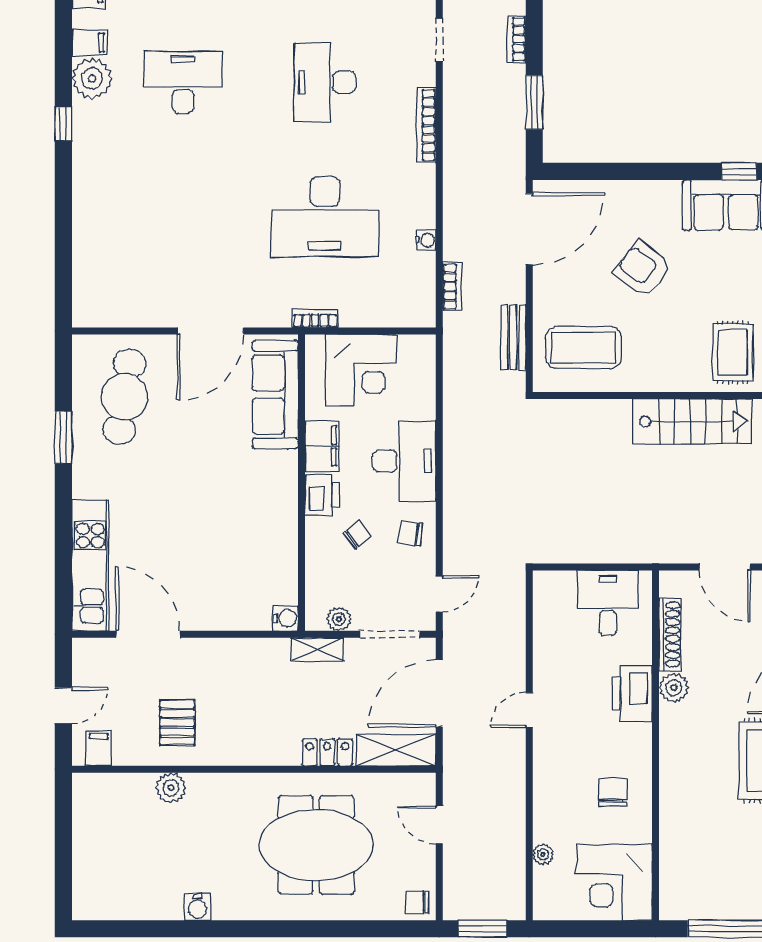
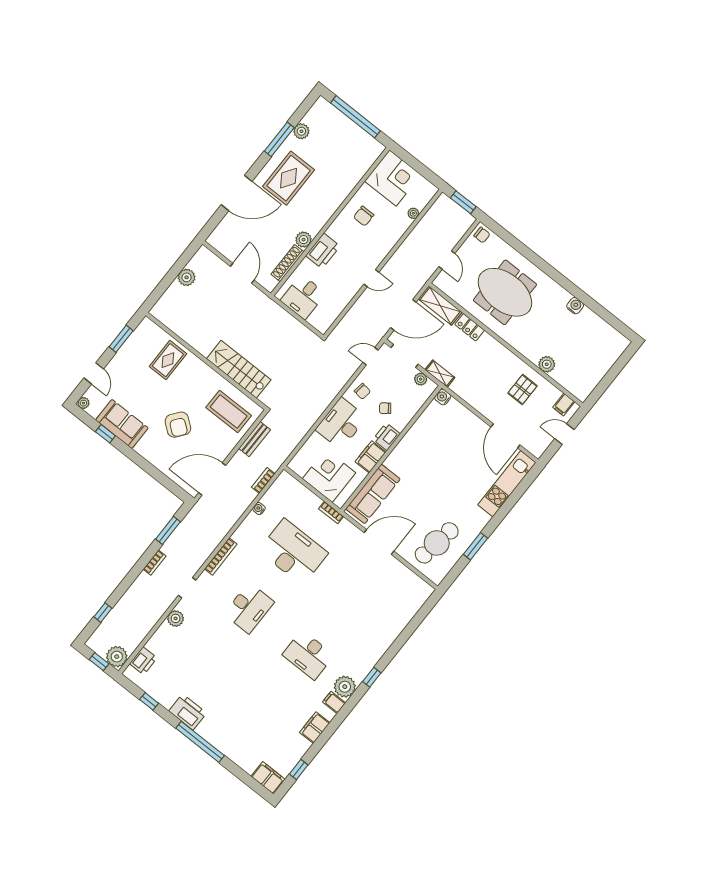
stairs: (693, 421) -> (239, 369), moved

